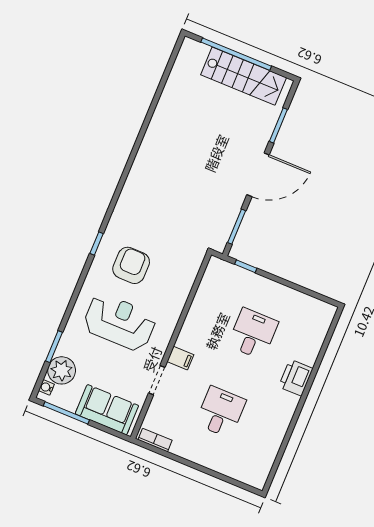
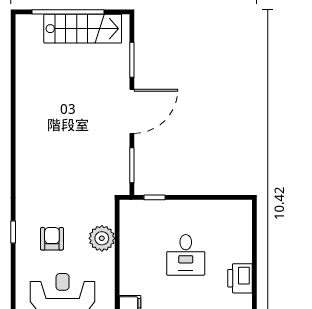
armchair: (131, 265) -> (52, 239), width x0.72, depth x0.72
plant: (179, 285) -> (102, 238), added
desk: (253, 334) -> (186, 255), turned 180

